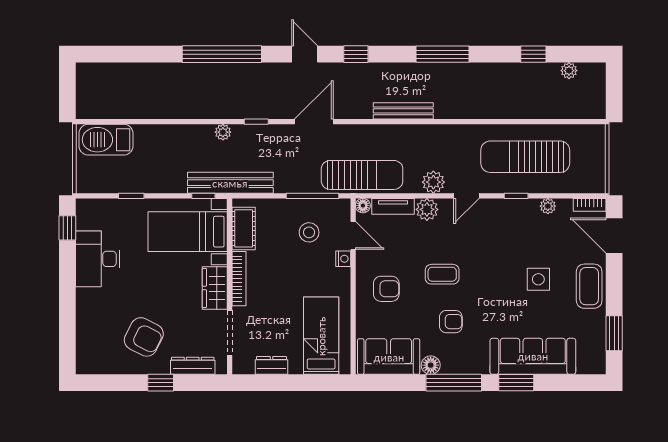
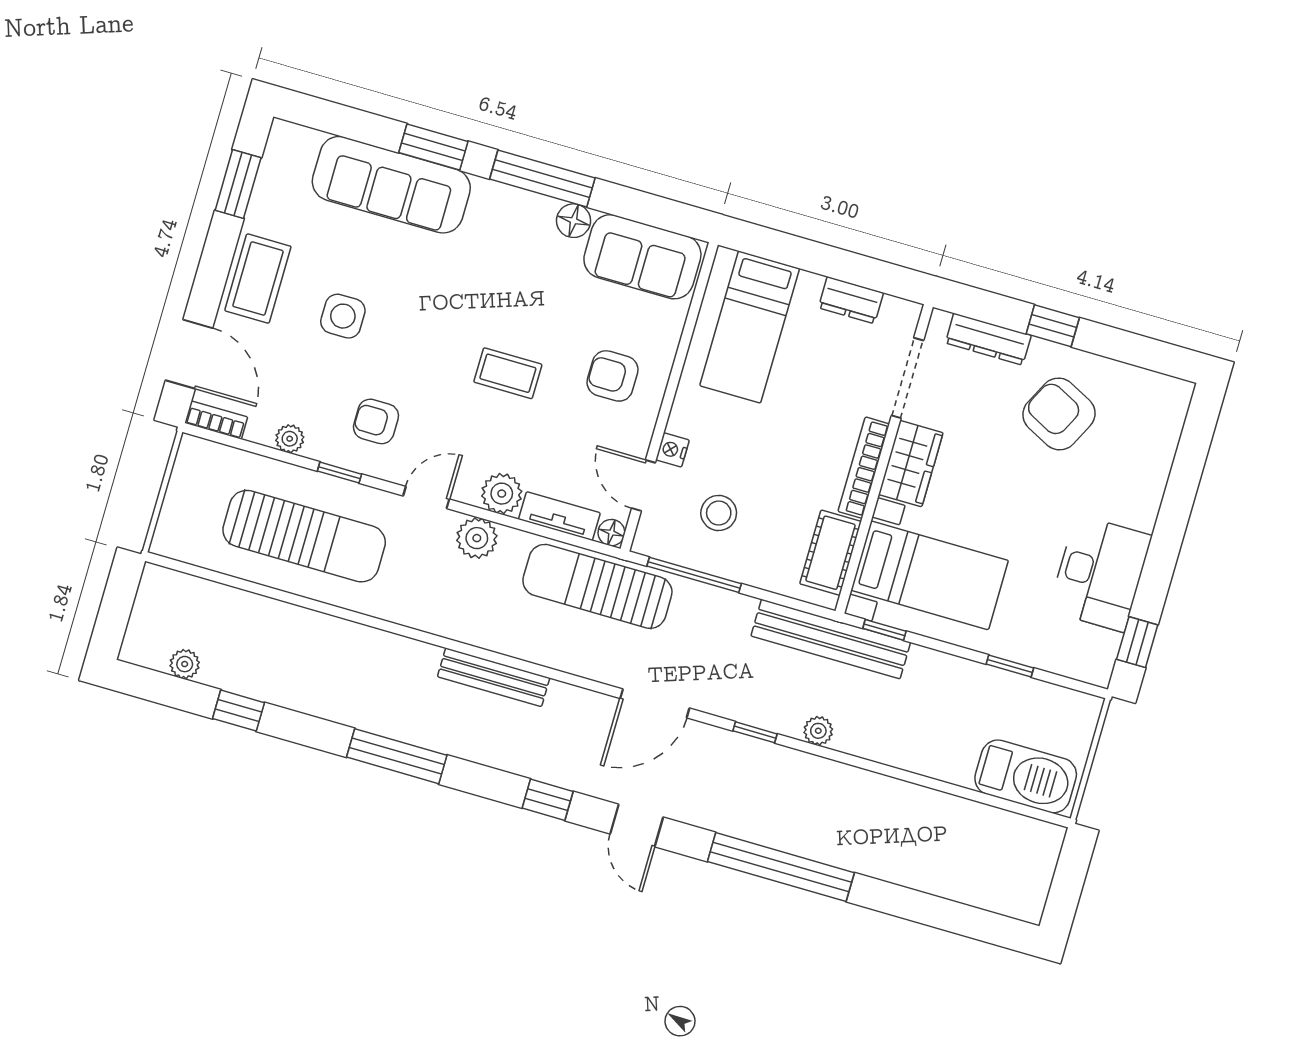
armchair: (451, 322) -> (376, 421), moved

